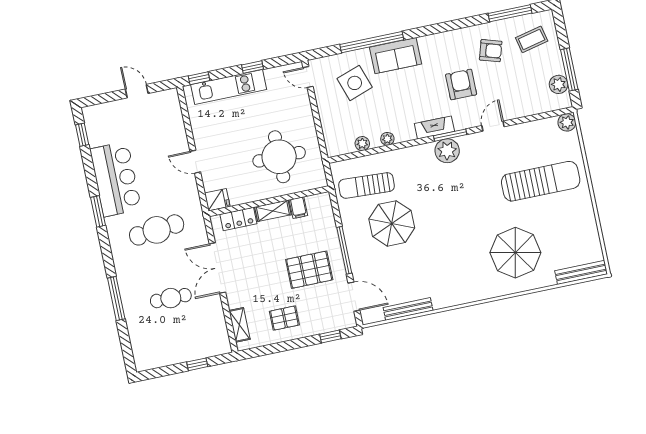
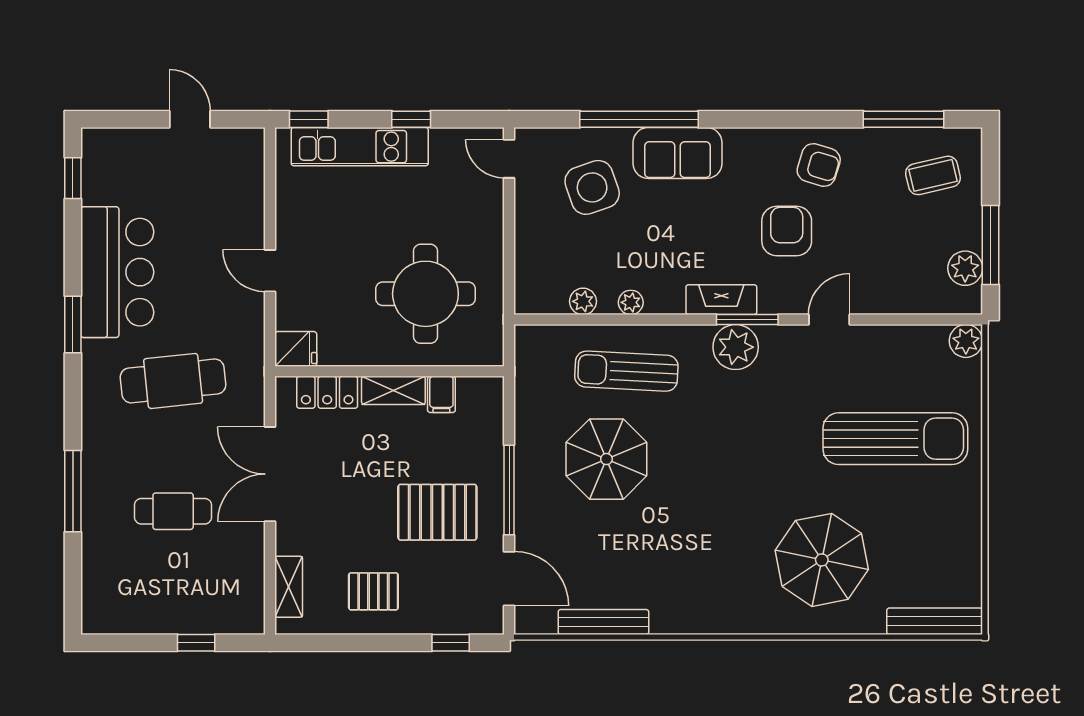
armchair: (491, 51) -> (819, 165), moved
sun lounger: (366, 185) -> (626, 371), moved

